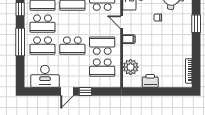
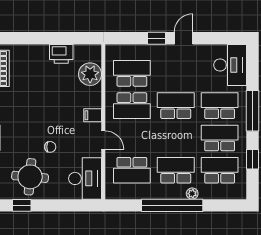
desk: (45, 76) -> (230, 65), moved, turned 90

